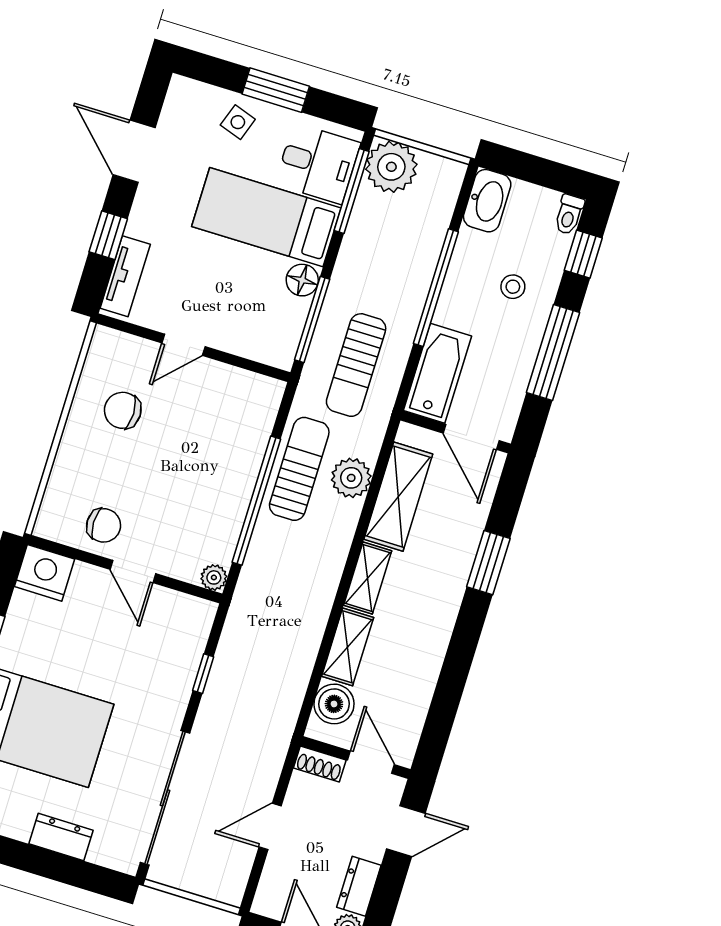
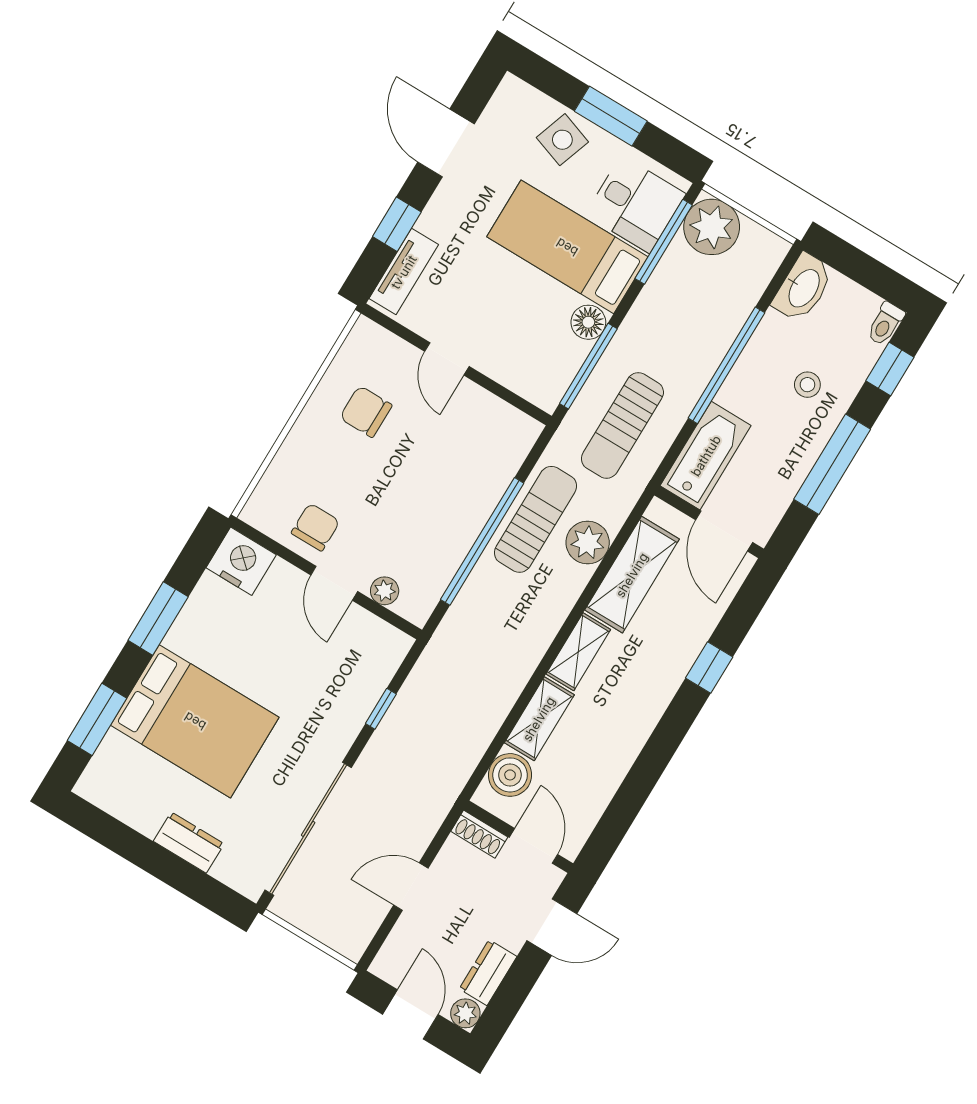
side table: (238, 122) -> (562, 140), width x1.37, depth x1.37
door: (183, 345) -> (447, 359), hinge flipped
chair: (104, 525) -> (316, 527), turned -90
window: (488, 563) -> (709, 668), width x0.67
plant: (214, 577) -> (385, 591), moved

